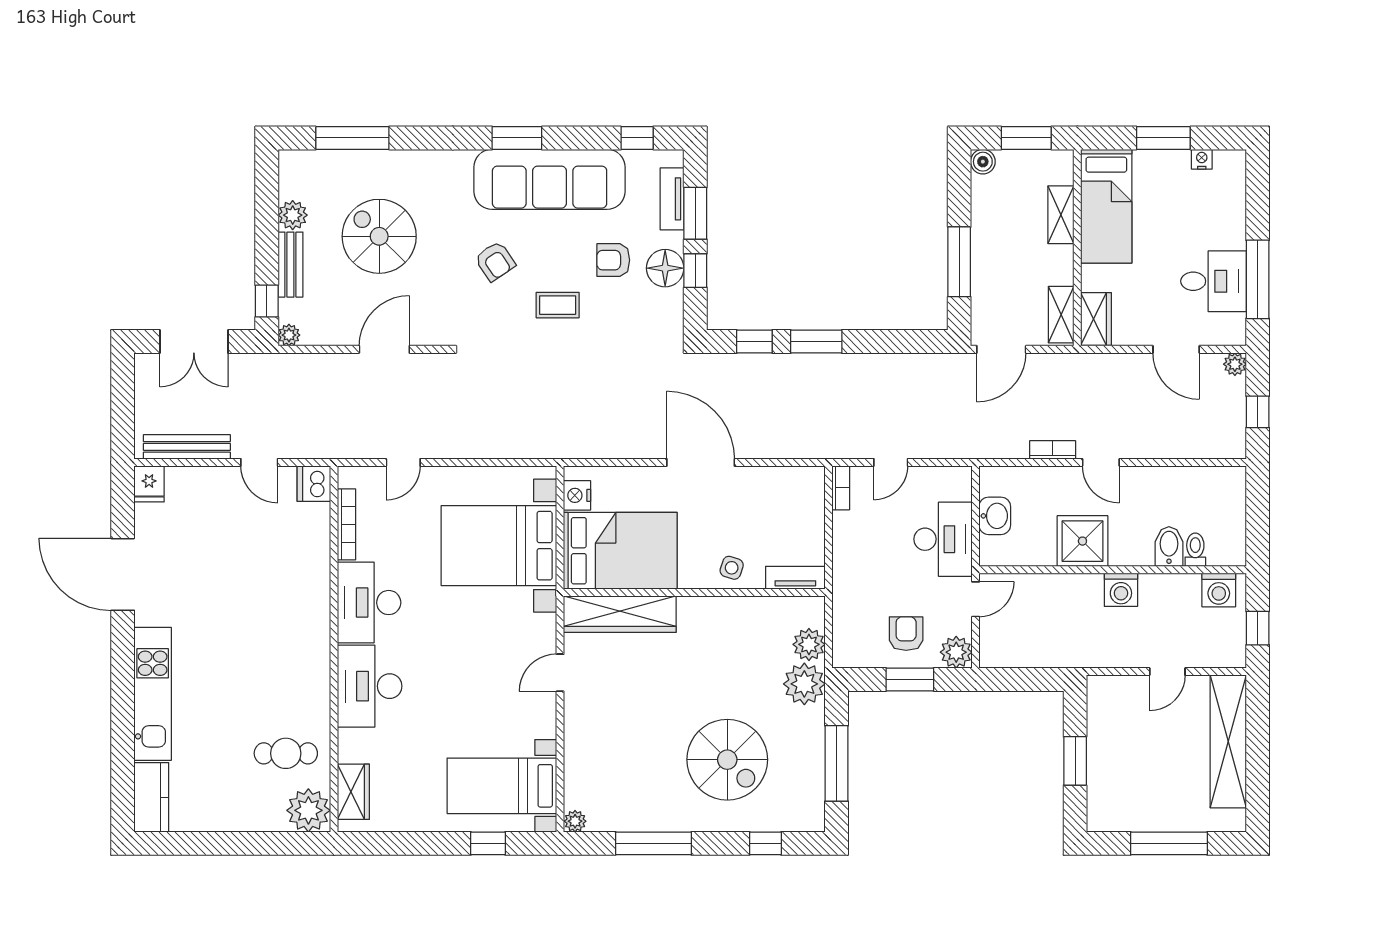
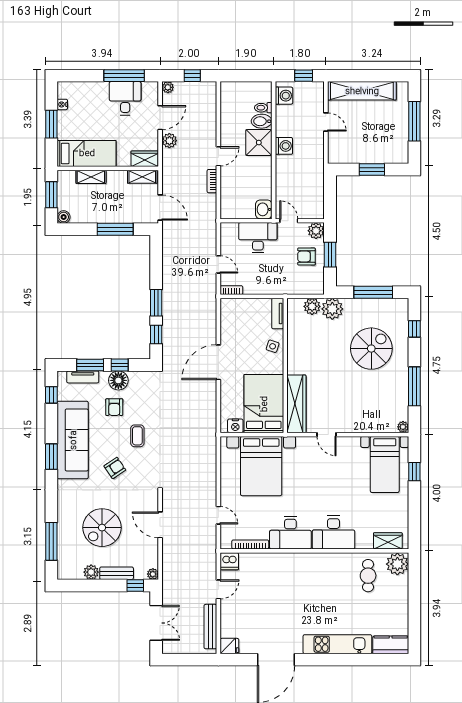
plant: (1131, 367) -> (169, 141), added
washbasin: (995, 516) -> (264, 209), moved, turned -90
shower: (1082, 541) -> (259, 143), moved

